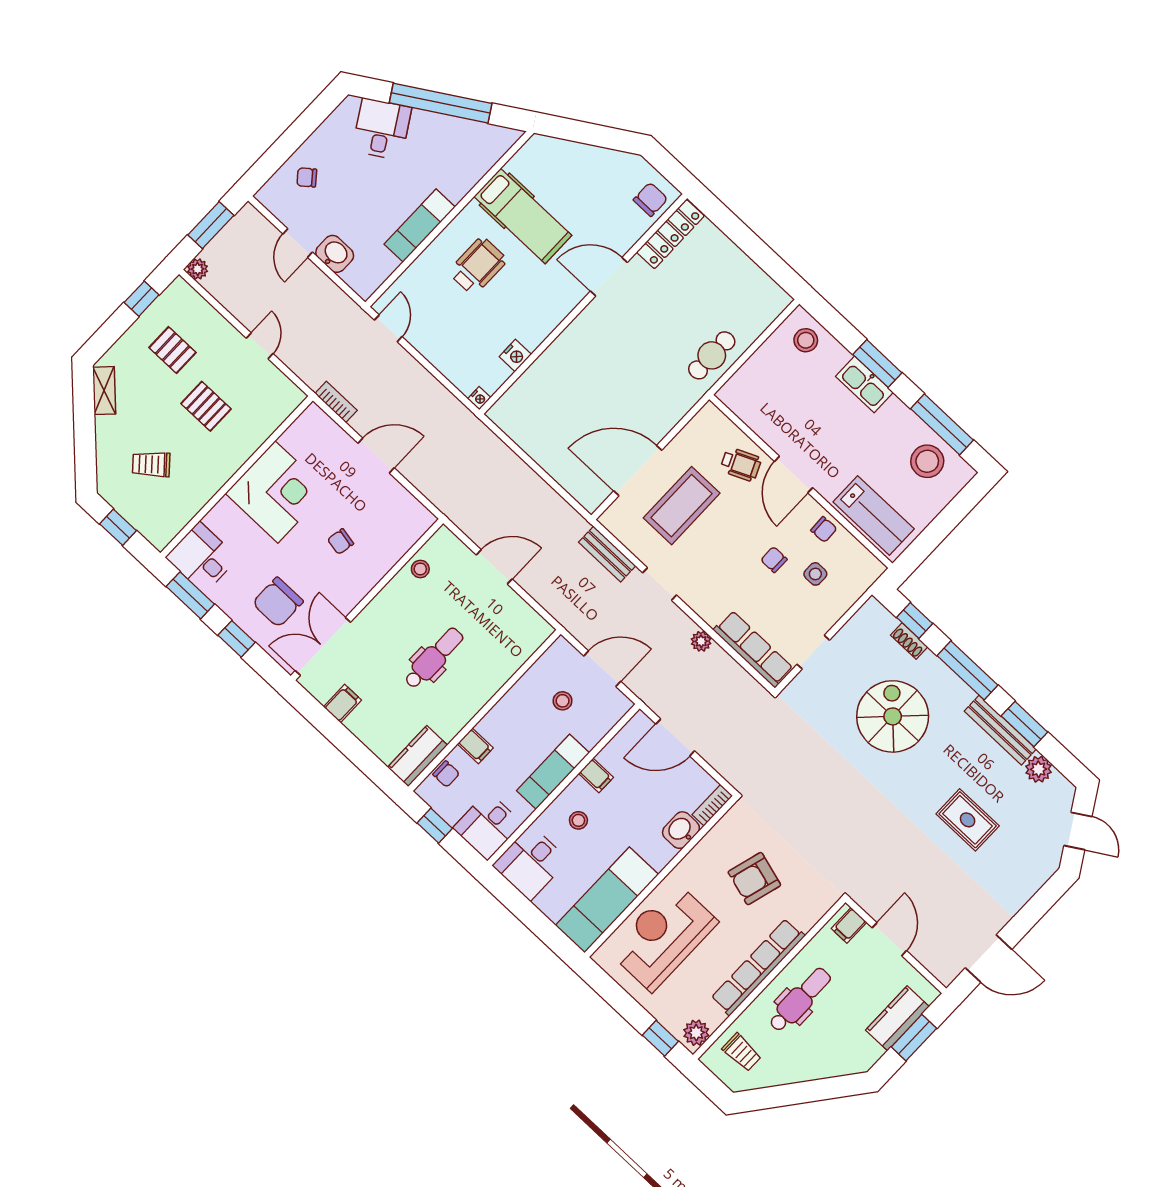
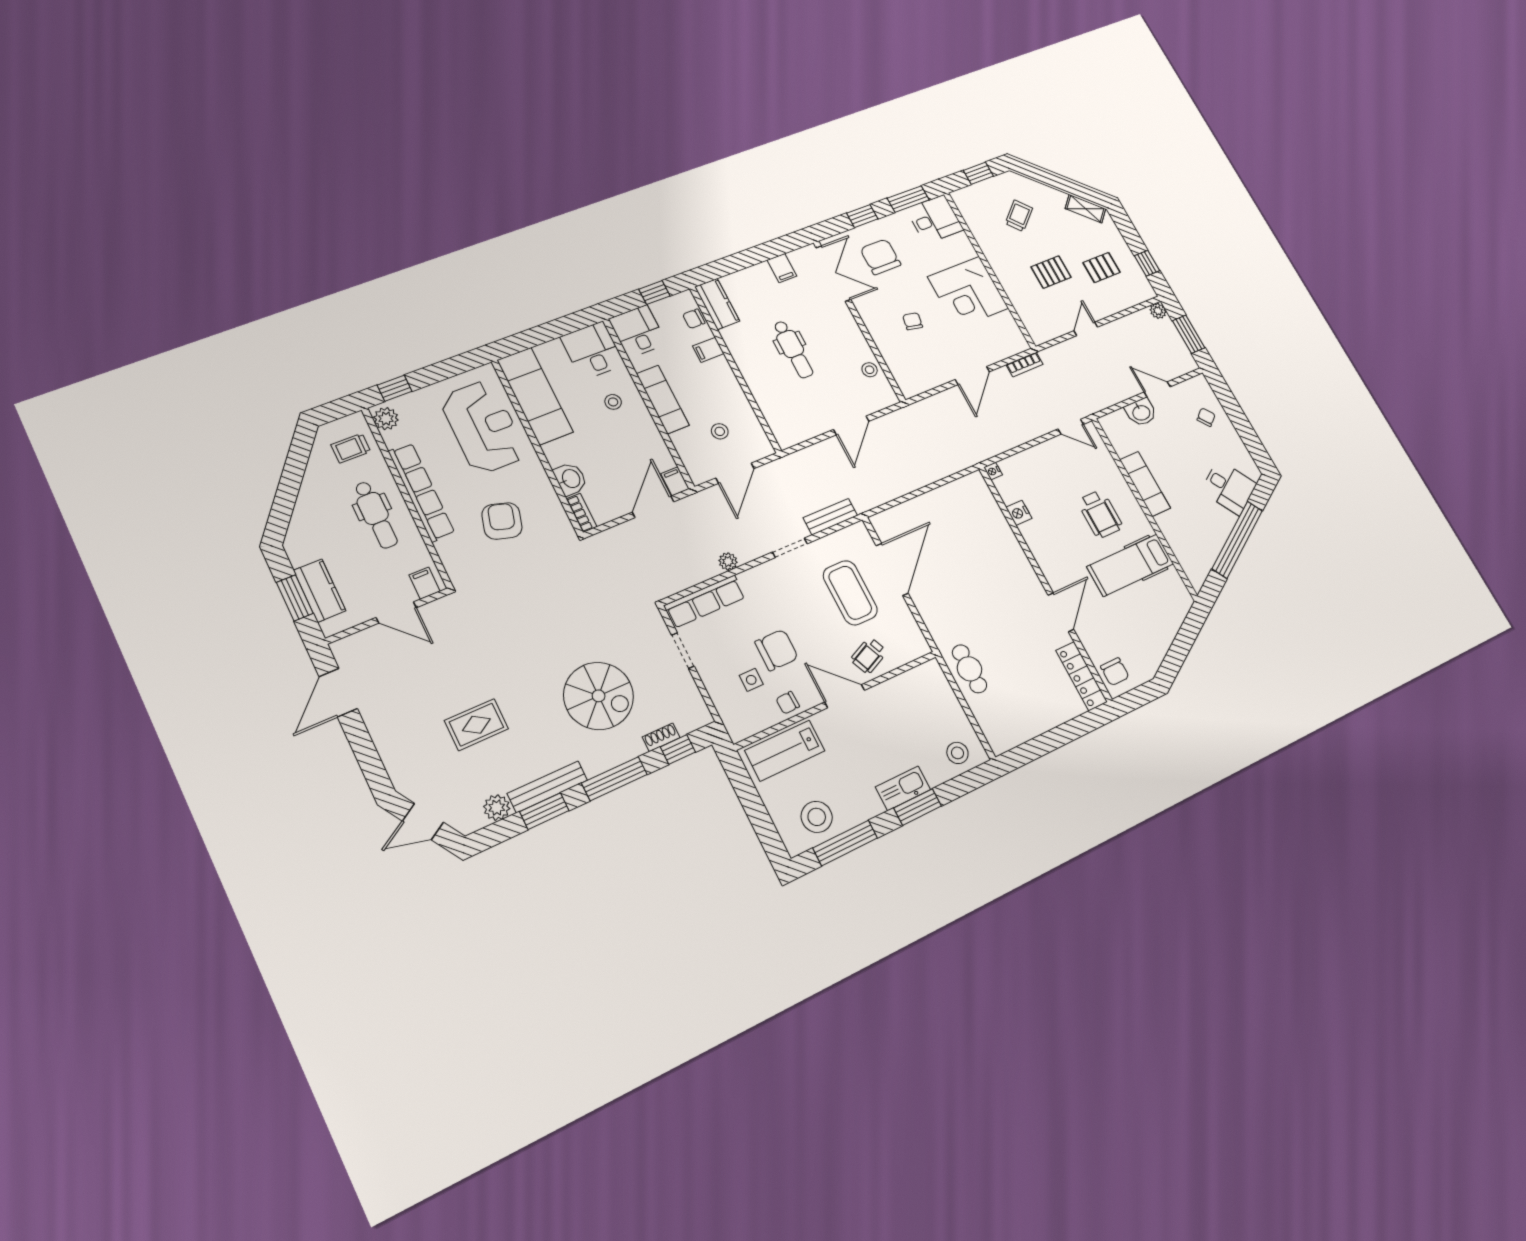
door: (260, 346) -> (1086, 329), swing flipped
chair: (774, 560) -> (777, 650), width x1.87, depth x1.87
filing cabinet: (596, 775) -> (675, 481), moved, turned 90

